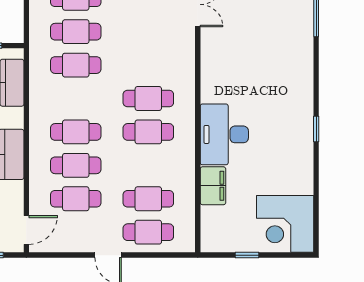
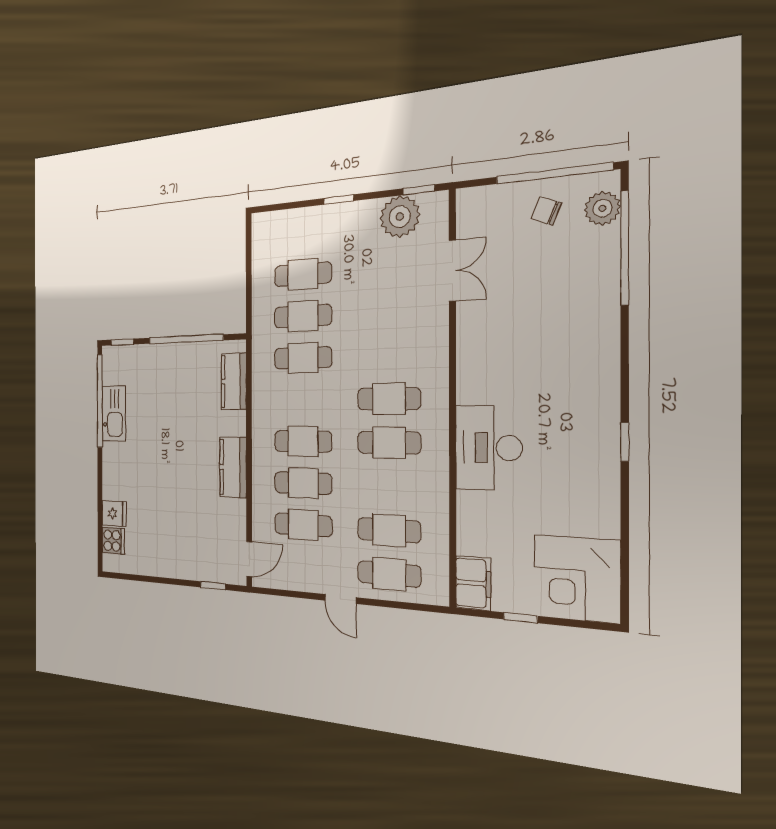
filing cabinet: (213, 186) -> (473, 583), moved

